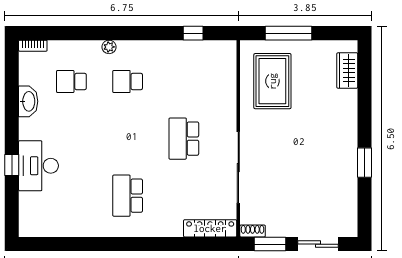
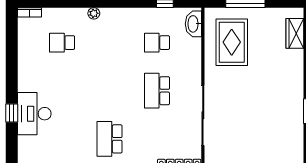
school desk: (128, 81) -> (157, 43), moved
washbasin: (28, 101) -> (193, 24), moved, turned 180

